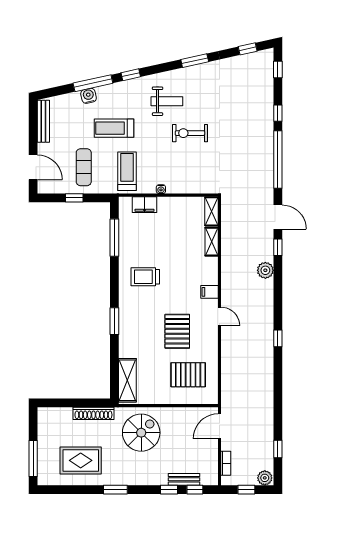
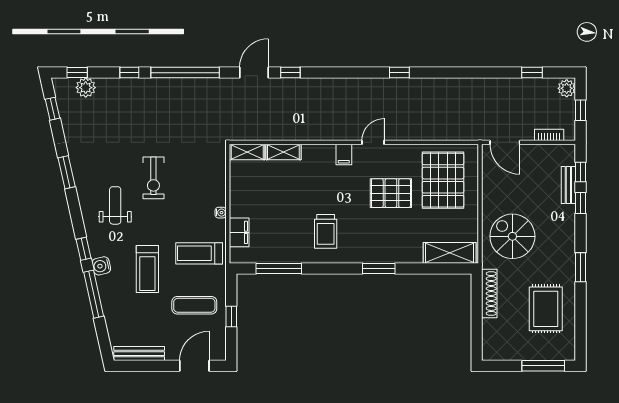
water cooler: (89, 96) -> (101, 266), moved
plant: (265, 270) -> (86, 88), moved
pallet: (188, 375) -> (443, 180), width x1.37, depth x1.41

